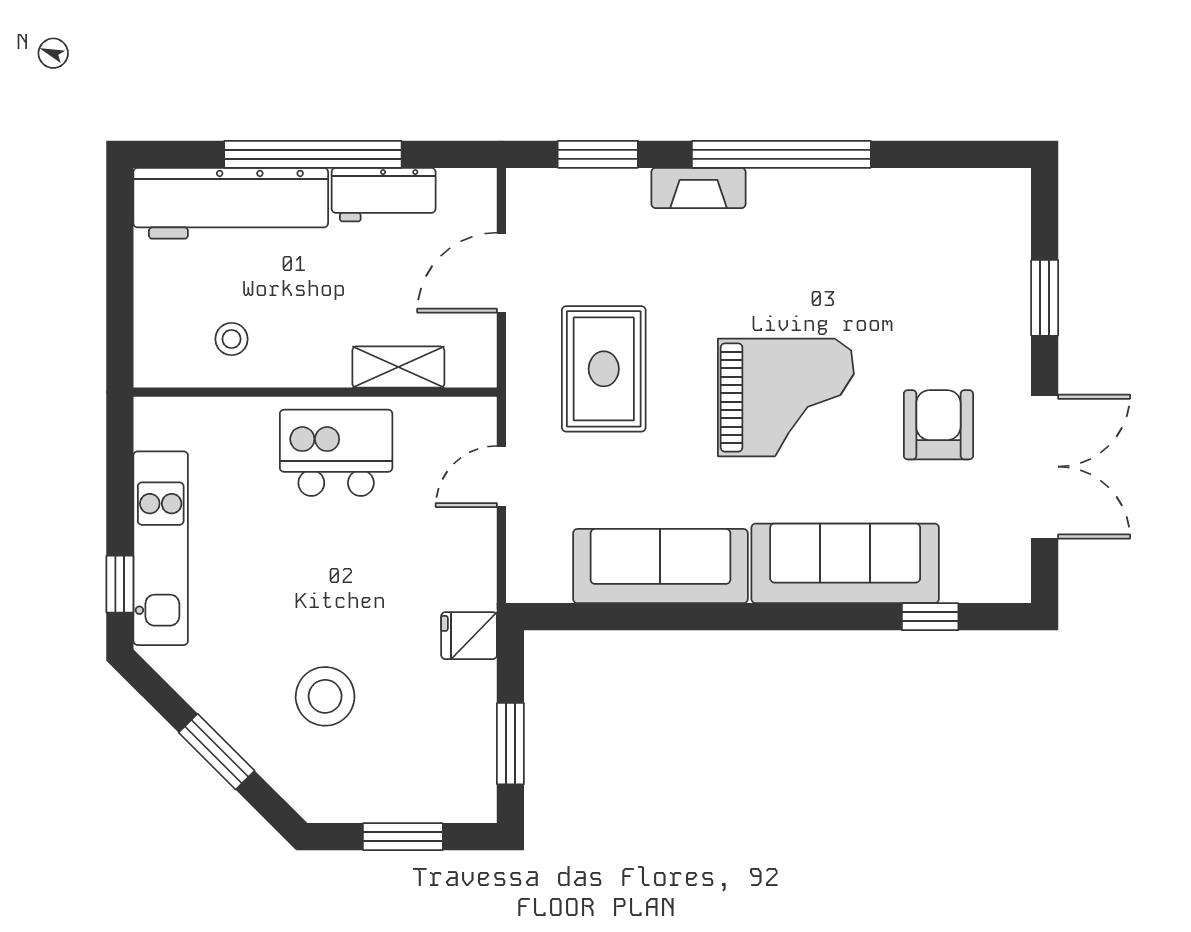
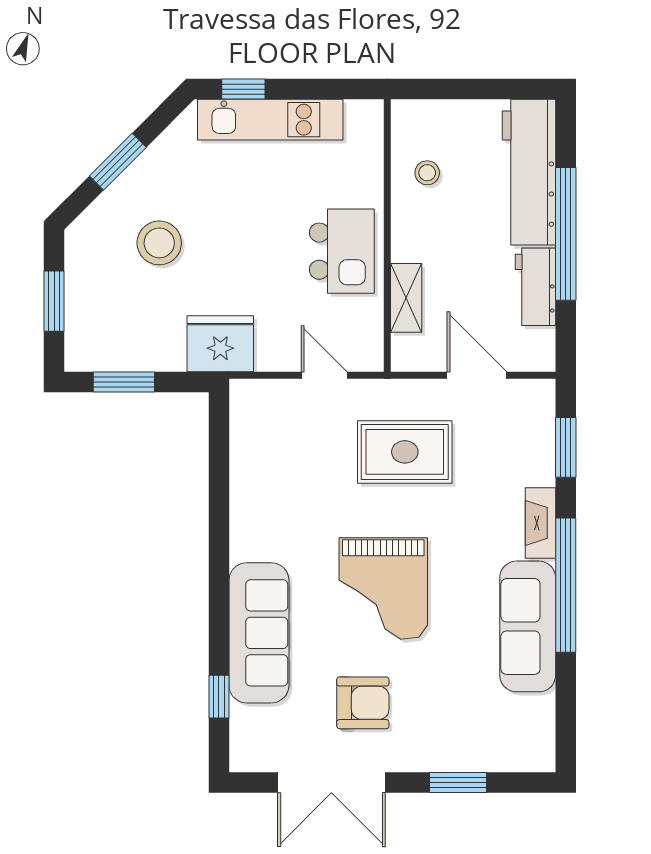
sofa: (660, 566) -> (528, 626), moved, turned 180
fridge: (469, 636) -> (220, 344), width x1.88, depth x1.34

